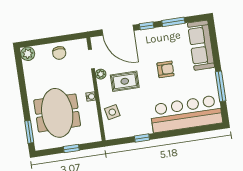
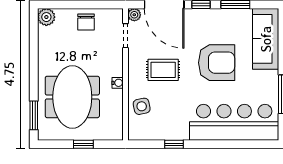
armchair: (166, 69) -> (217, 63), width x1.88, depth x1.88
plant: (101, 74) -> (134, 15), moved

